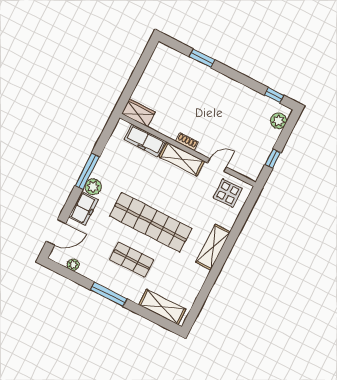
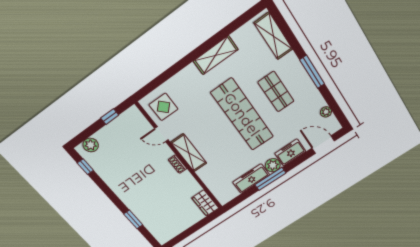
freezer: (145, 140) -> (251, 179), moved, turned -90
shelving: (213, 247) -> (216, 55), moved

